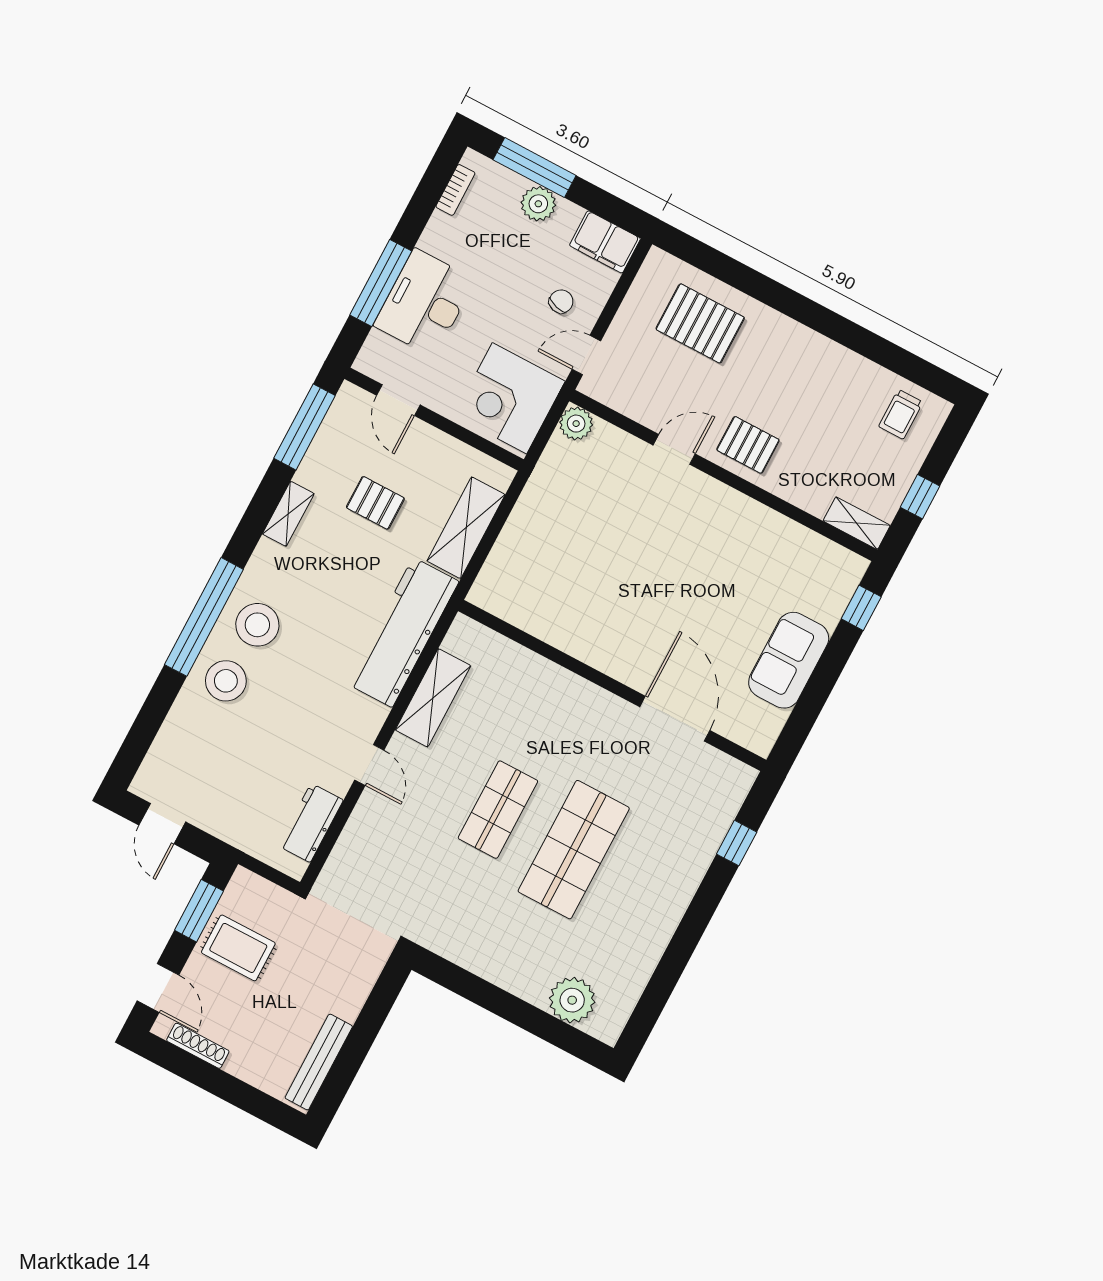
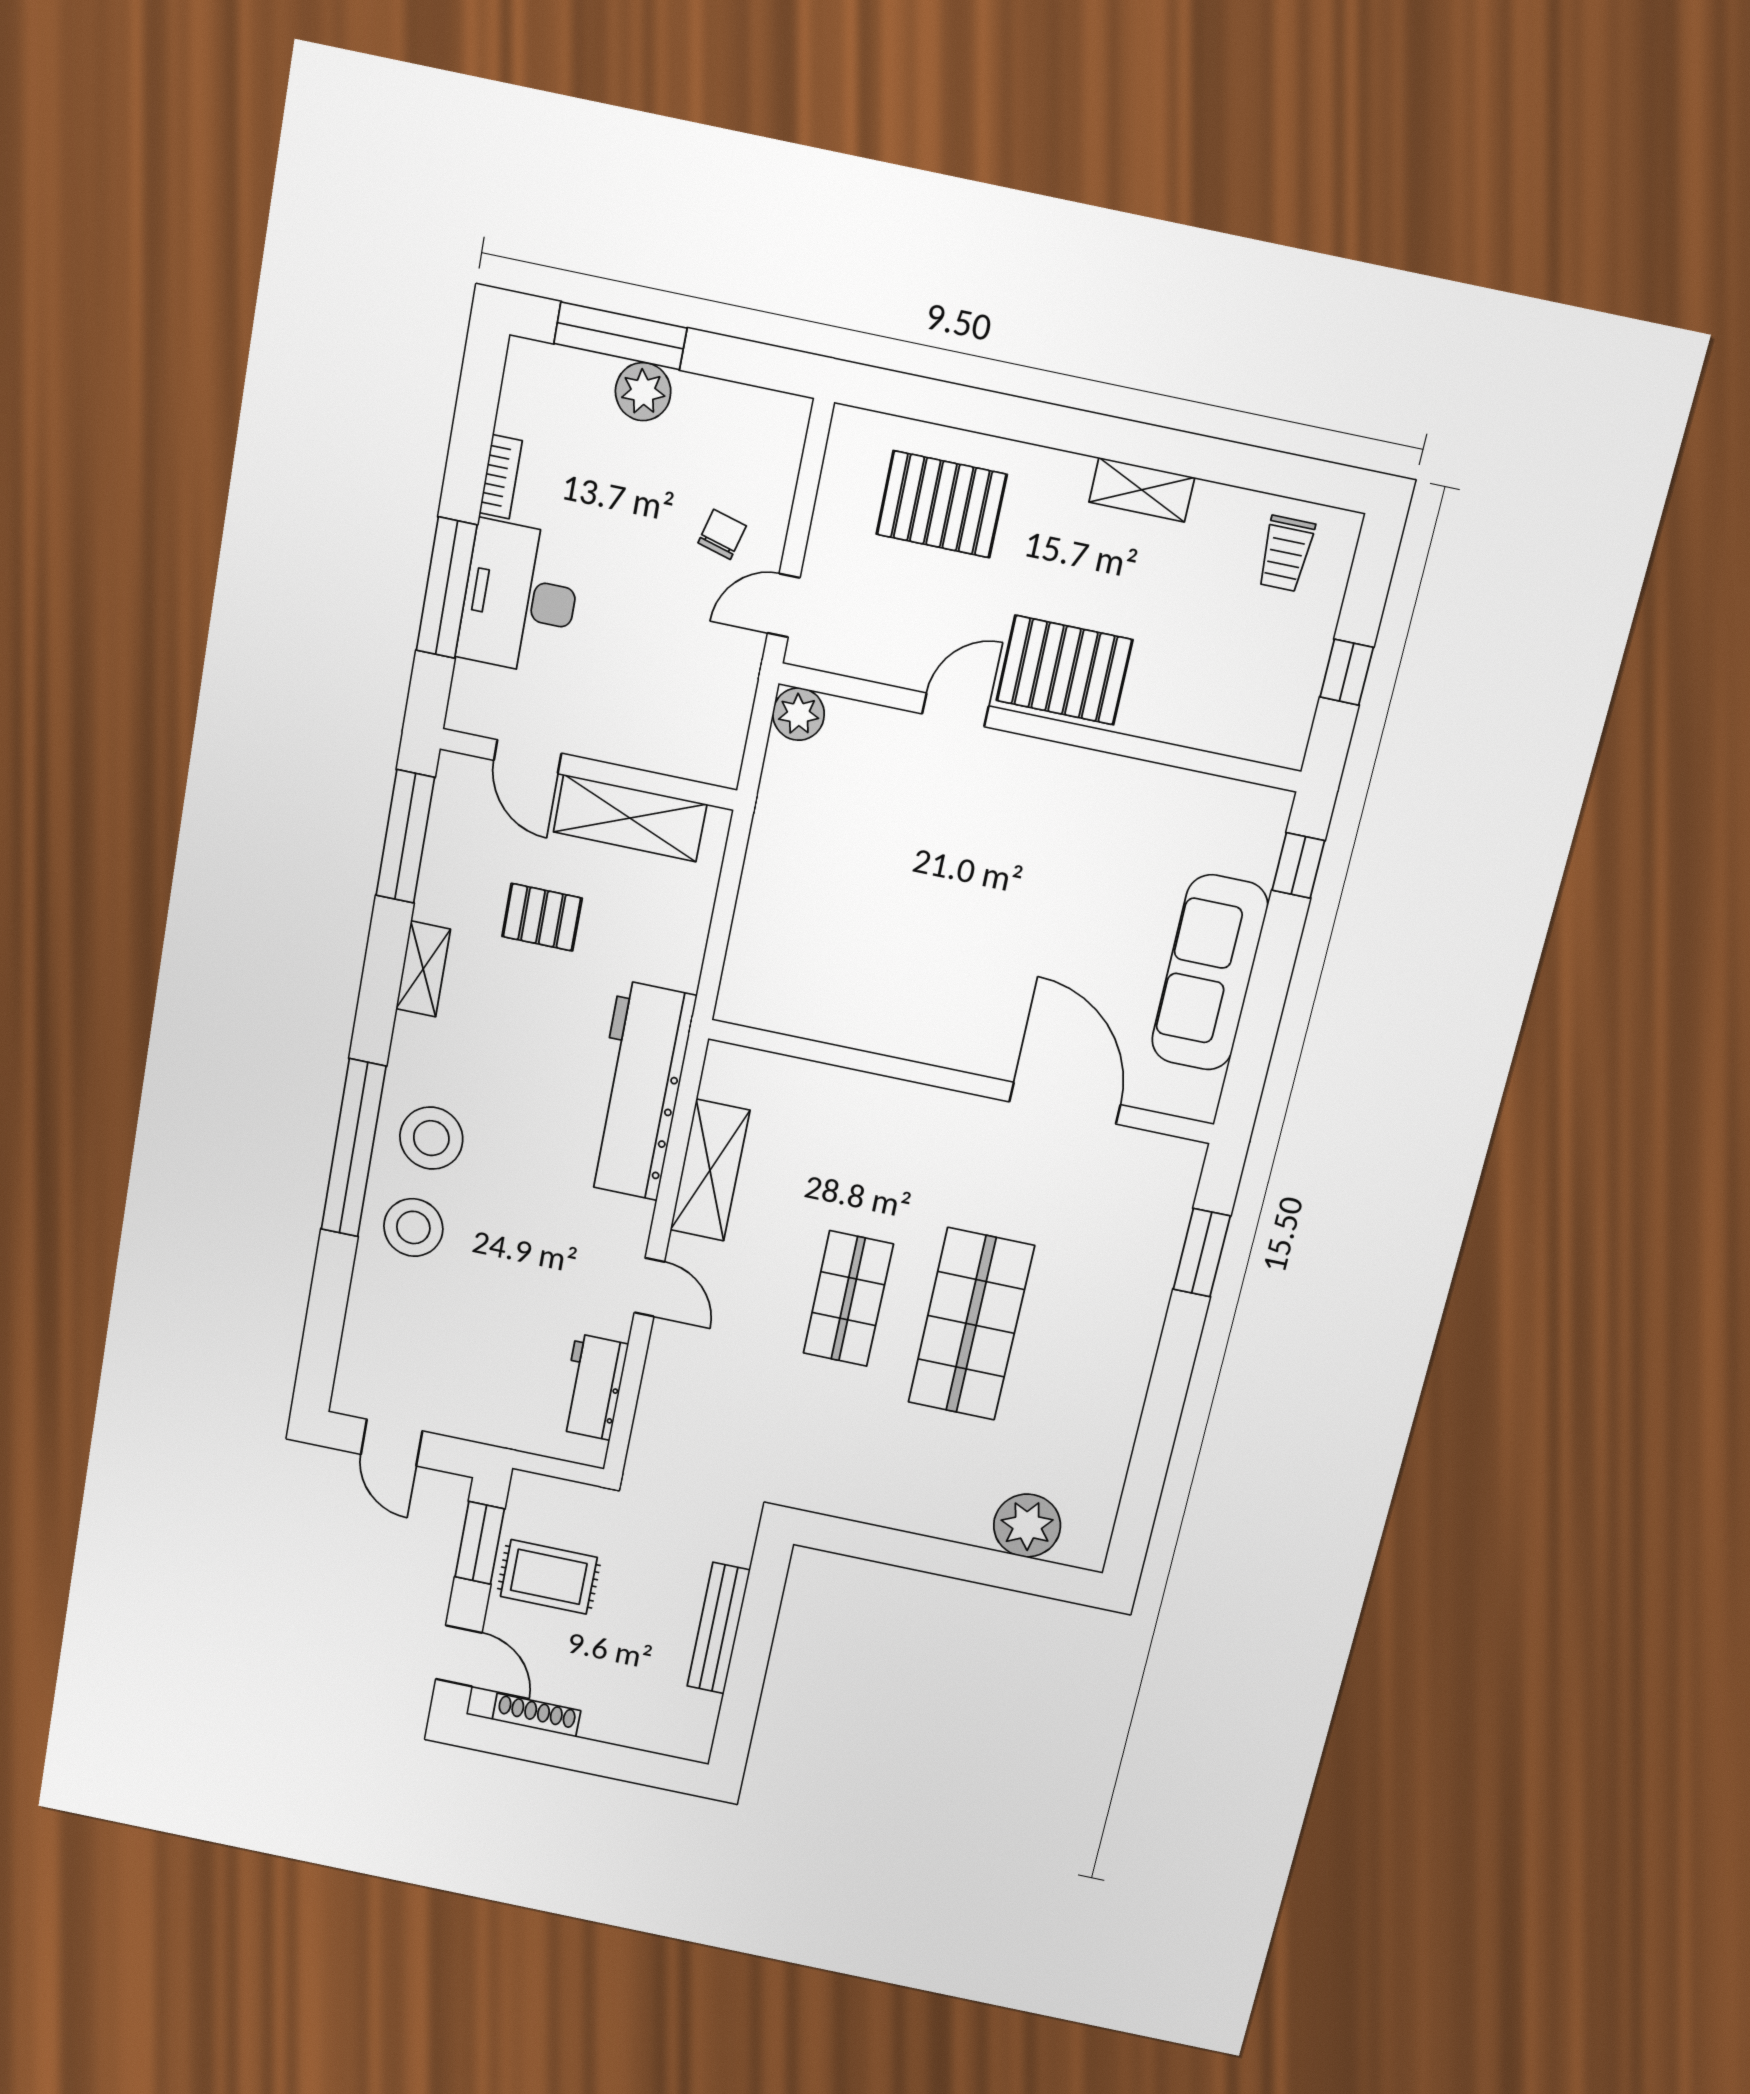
bookcase: (455, 190) -> (501, 477), moved
filing cabinet: (605, 242) -> (761, 421), removed
corner desk: (509, 398) -> (689, 705), removed
pallet: (748, 445) -> (1064, 670), width x1.50, depth x1.42
shelving: (857, 523) -> (1142, 490), moved
shelving: (466, 528) -> (630, 818), moved, turned 90
sofa: (789, 660) -> (1210, 973), width x1.36
window: (737, 843) -> (1202, 1253), width x1.50
bench: (319, 1062) -> (718, 1628), moved

